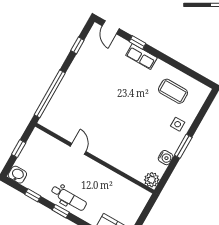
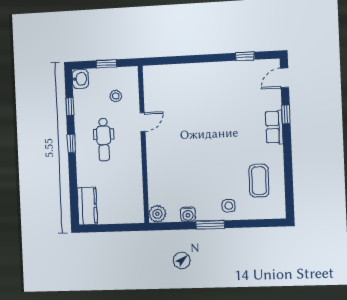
window: (50, 94) -> (179, 60), removed
stool: (47, 156) -> (116, 96), added
dental chair: (69, 198) -> (104, 140), moved

